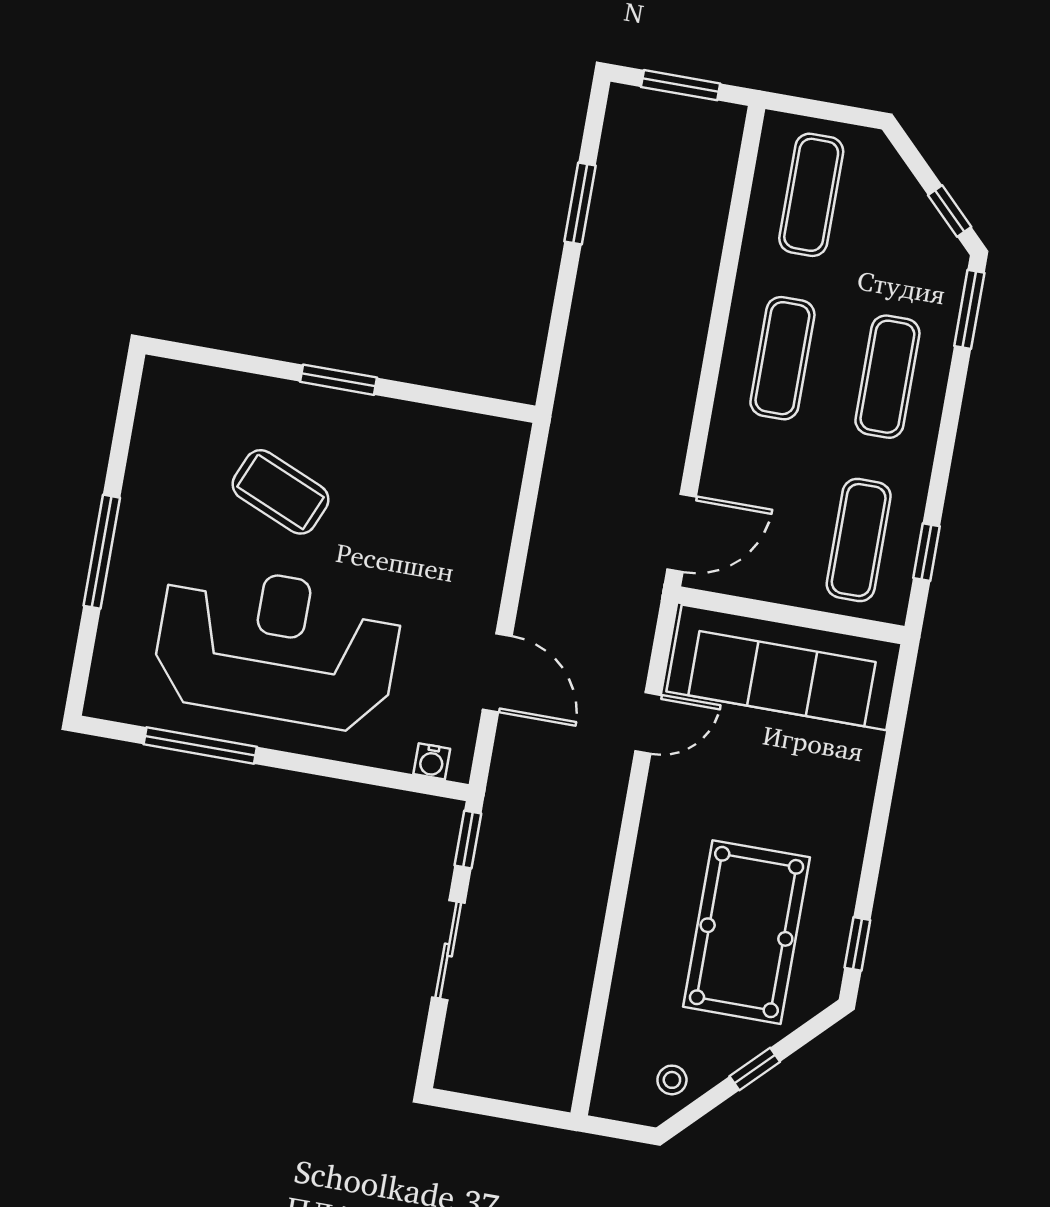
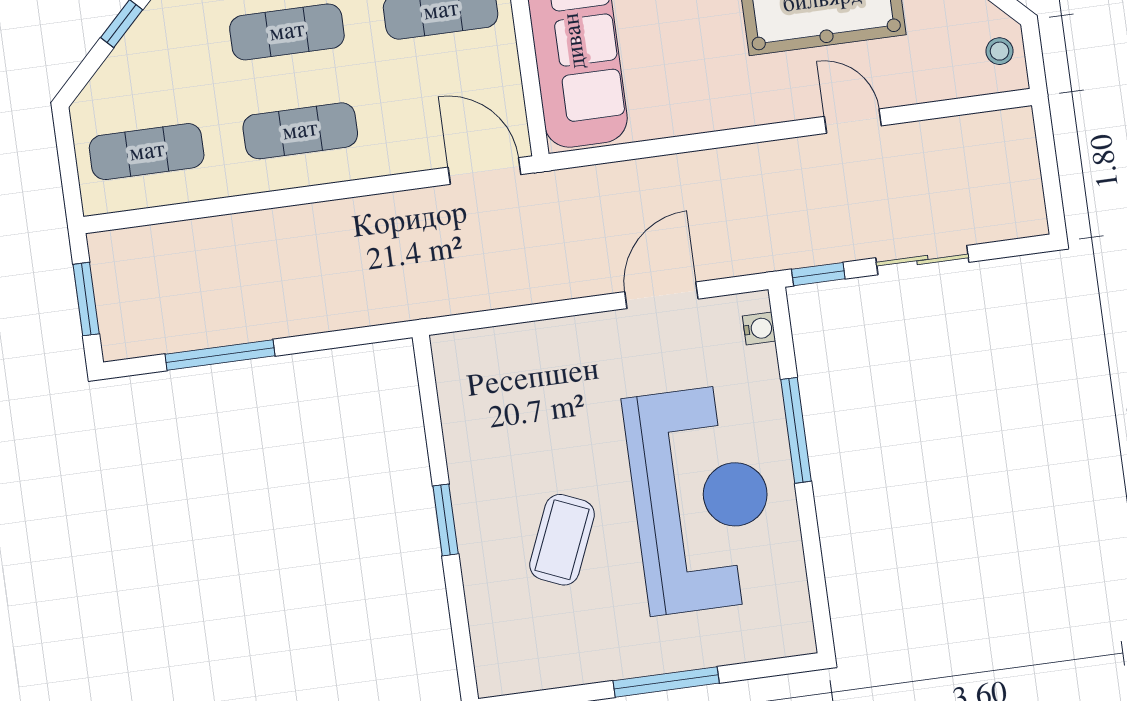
window: (580, 203) -> (220, 355), width x1.44
reception desk: (277, 647) -> (701, 499), turned 180
door: (648, 723) -> (853, 121), moved
window: (200, 746) -> (796, 430), moved
stool: (672, 1080) -> (1000, 51), moved

